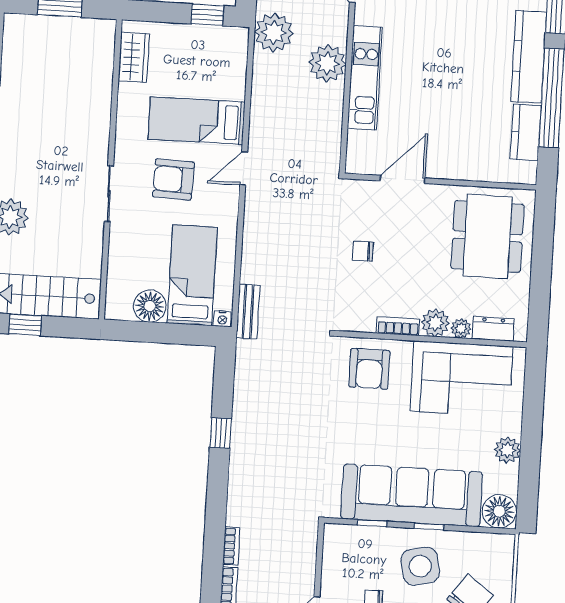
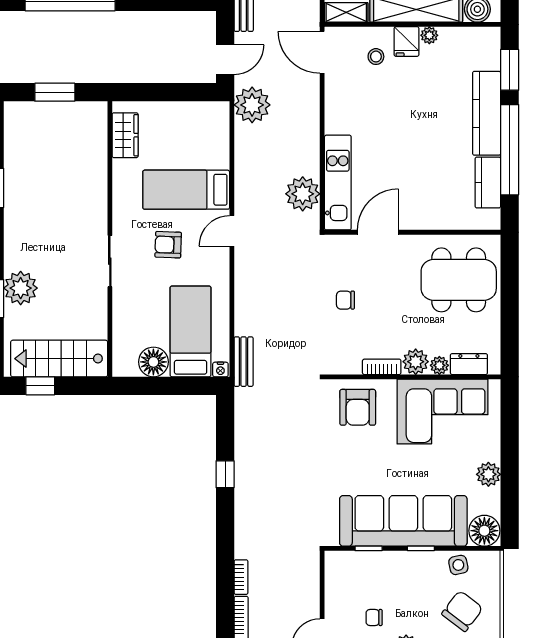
window: (207, 15) -> (190, 92), removed
plant: (327, 63) -> (303, 194), moved
kitchen unit: (365, 78) -> (338, 183), moved
armchair: (173, 179) -> (168, 245), width x0.72, depth x0.72
dining table: (488, 236) -> (459, 280), turned 90
side table: (420, 566) -> (458, 565), moved, width x0.54, depth x0.54

